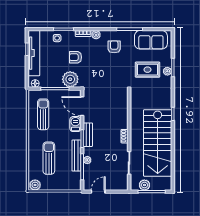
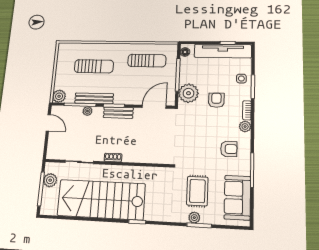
barbecue: (75, 124) -> (132, 98), removed
plant: (35, 185) -> (59, 96), moved

